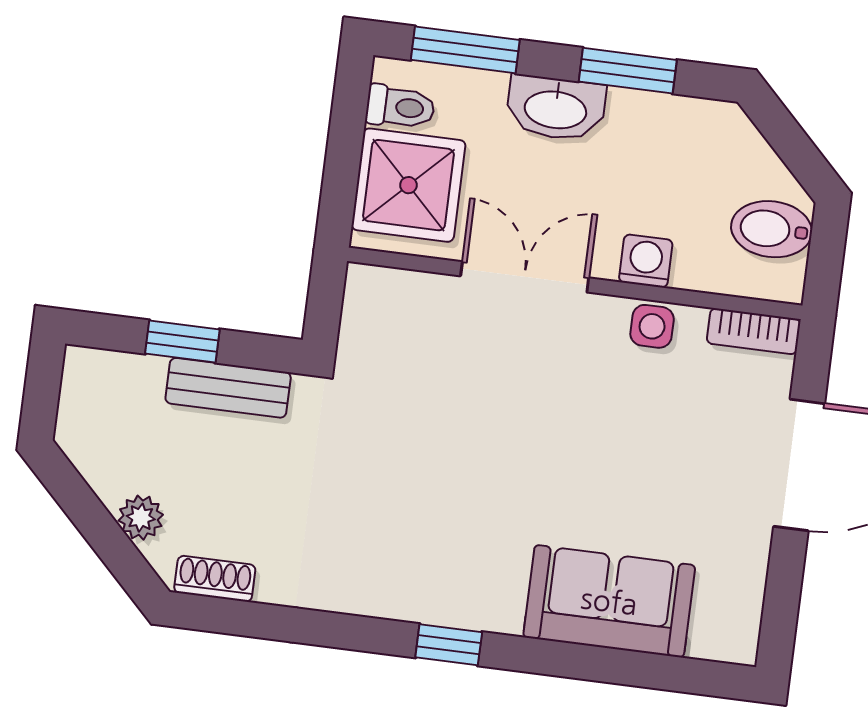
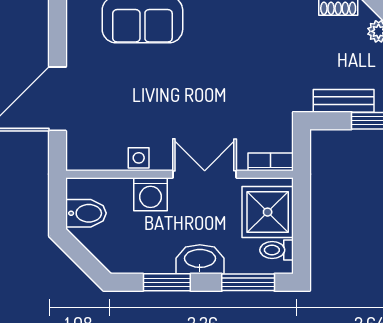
washing machine: (646, 261) -> (150, 194), width x1.38, depth x1.38
double door: (525, 277) -> (205, 174), swing flipped
bookcase: (754, 331) -> (271, 162), moved

